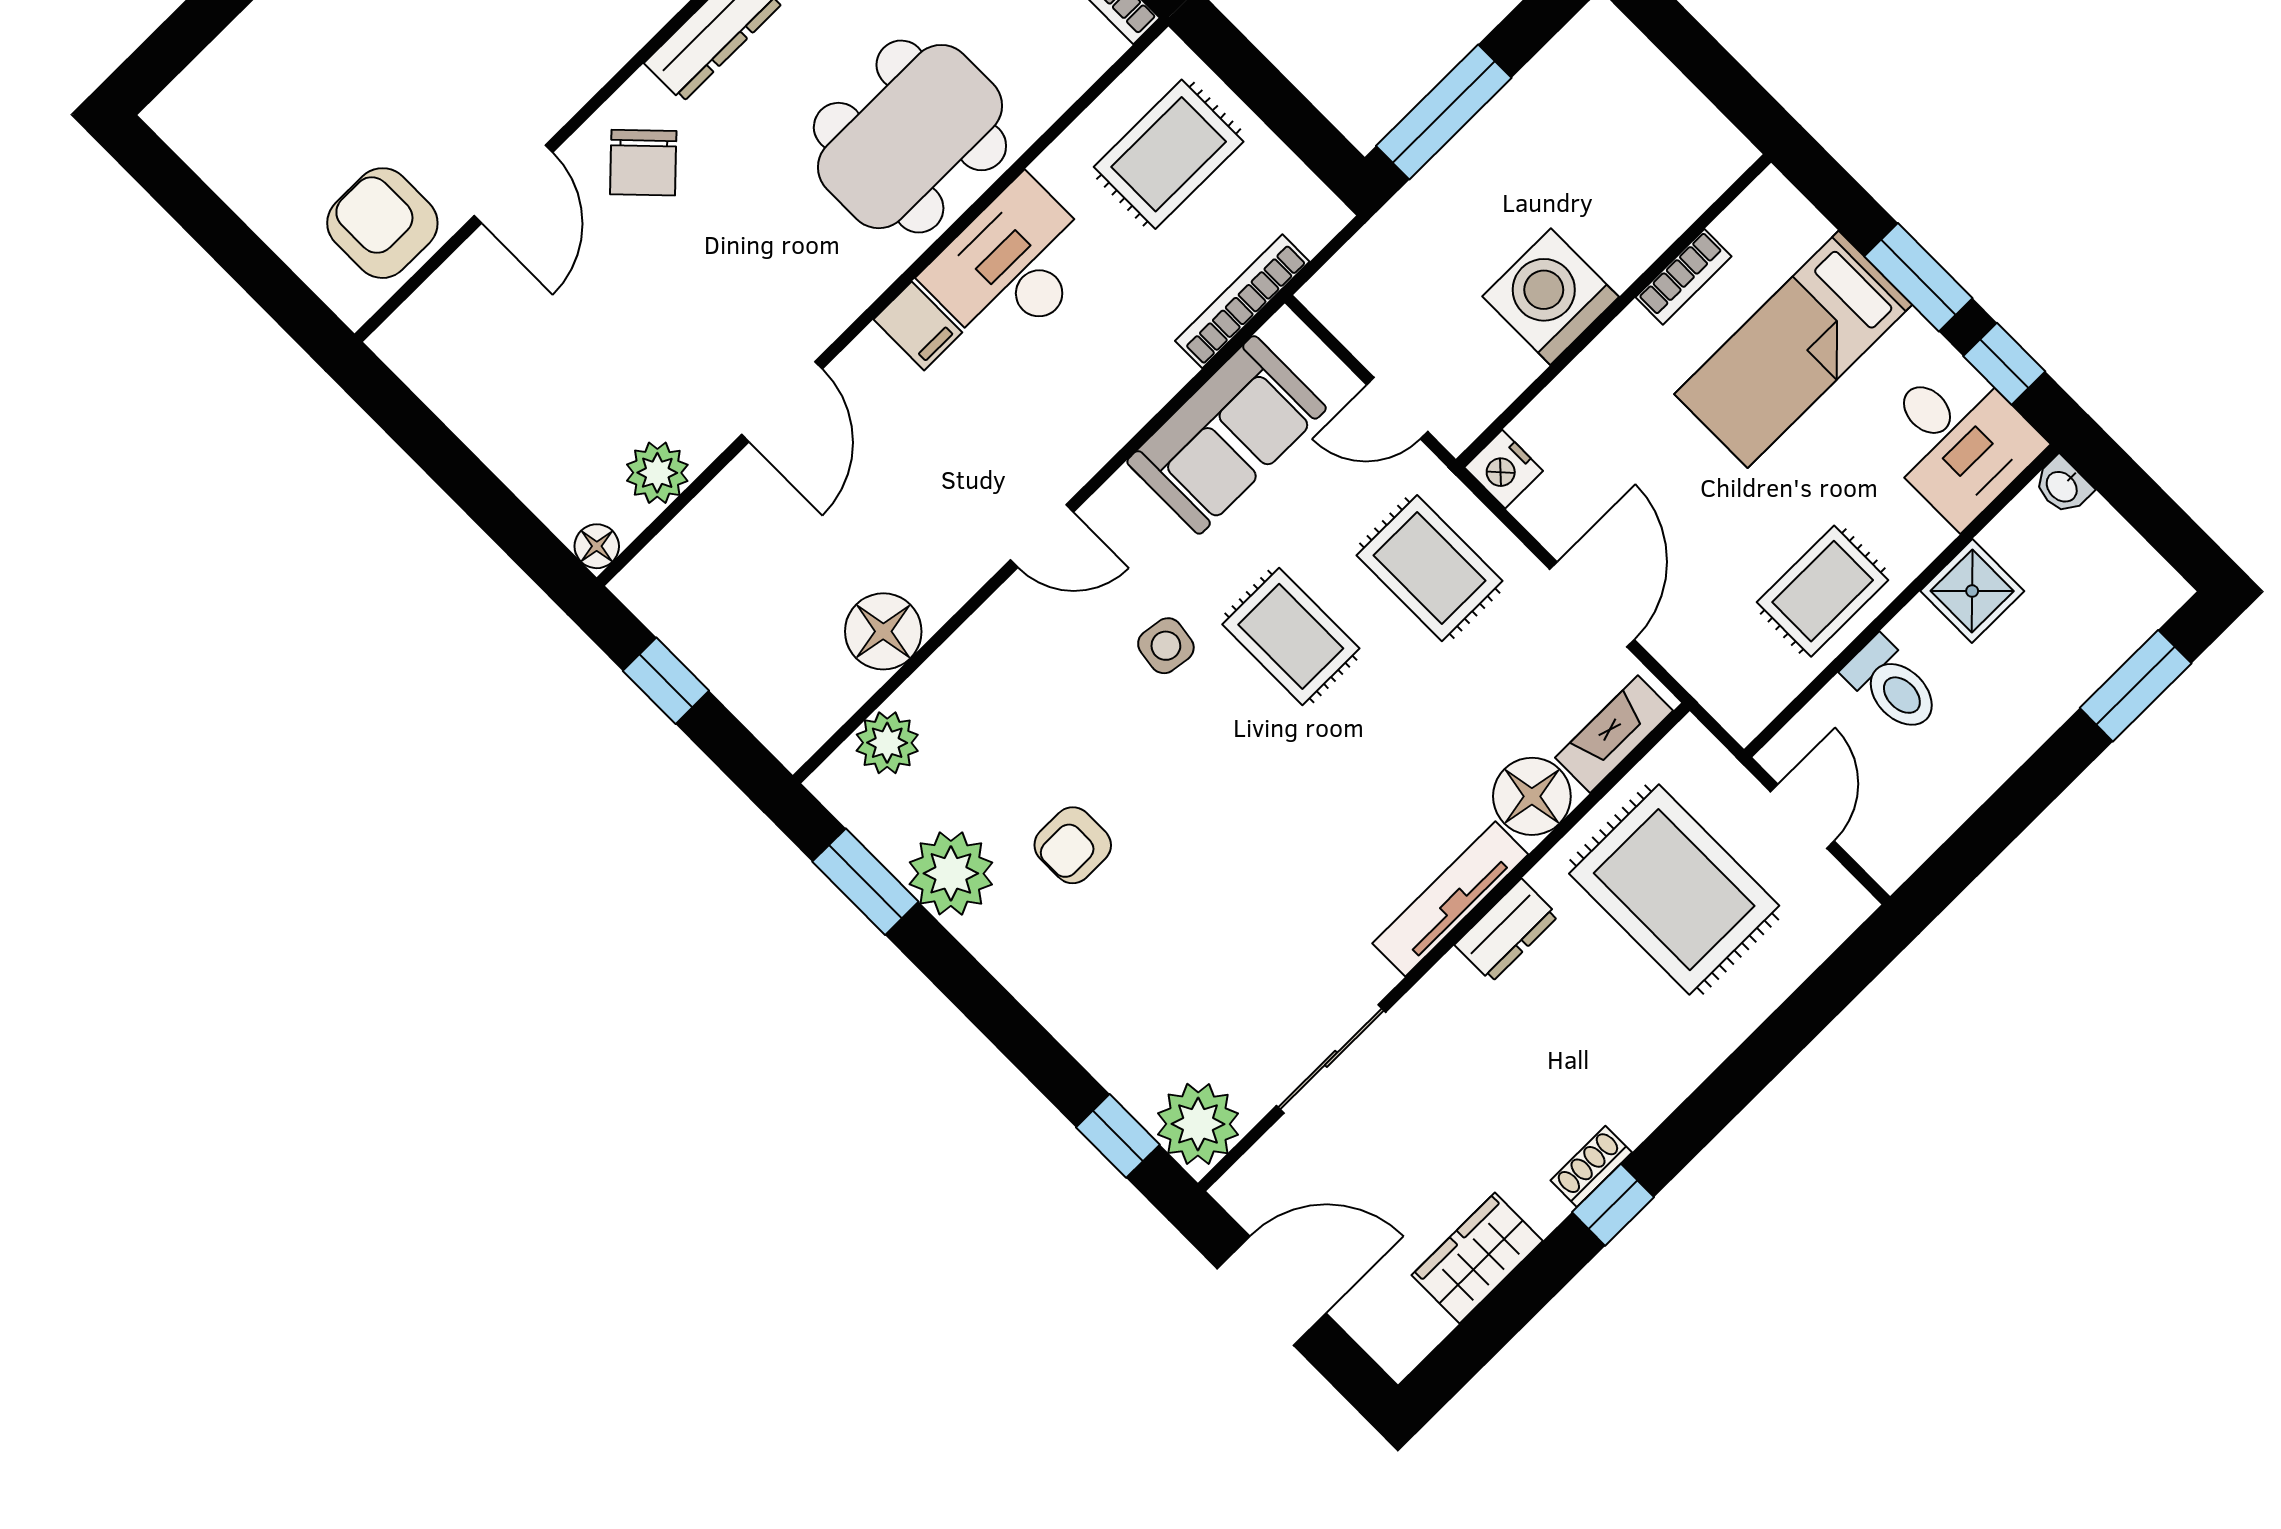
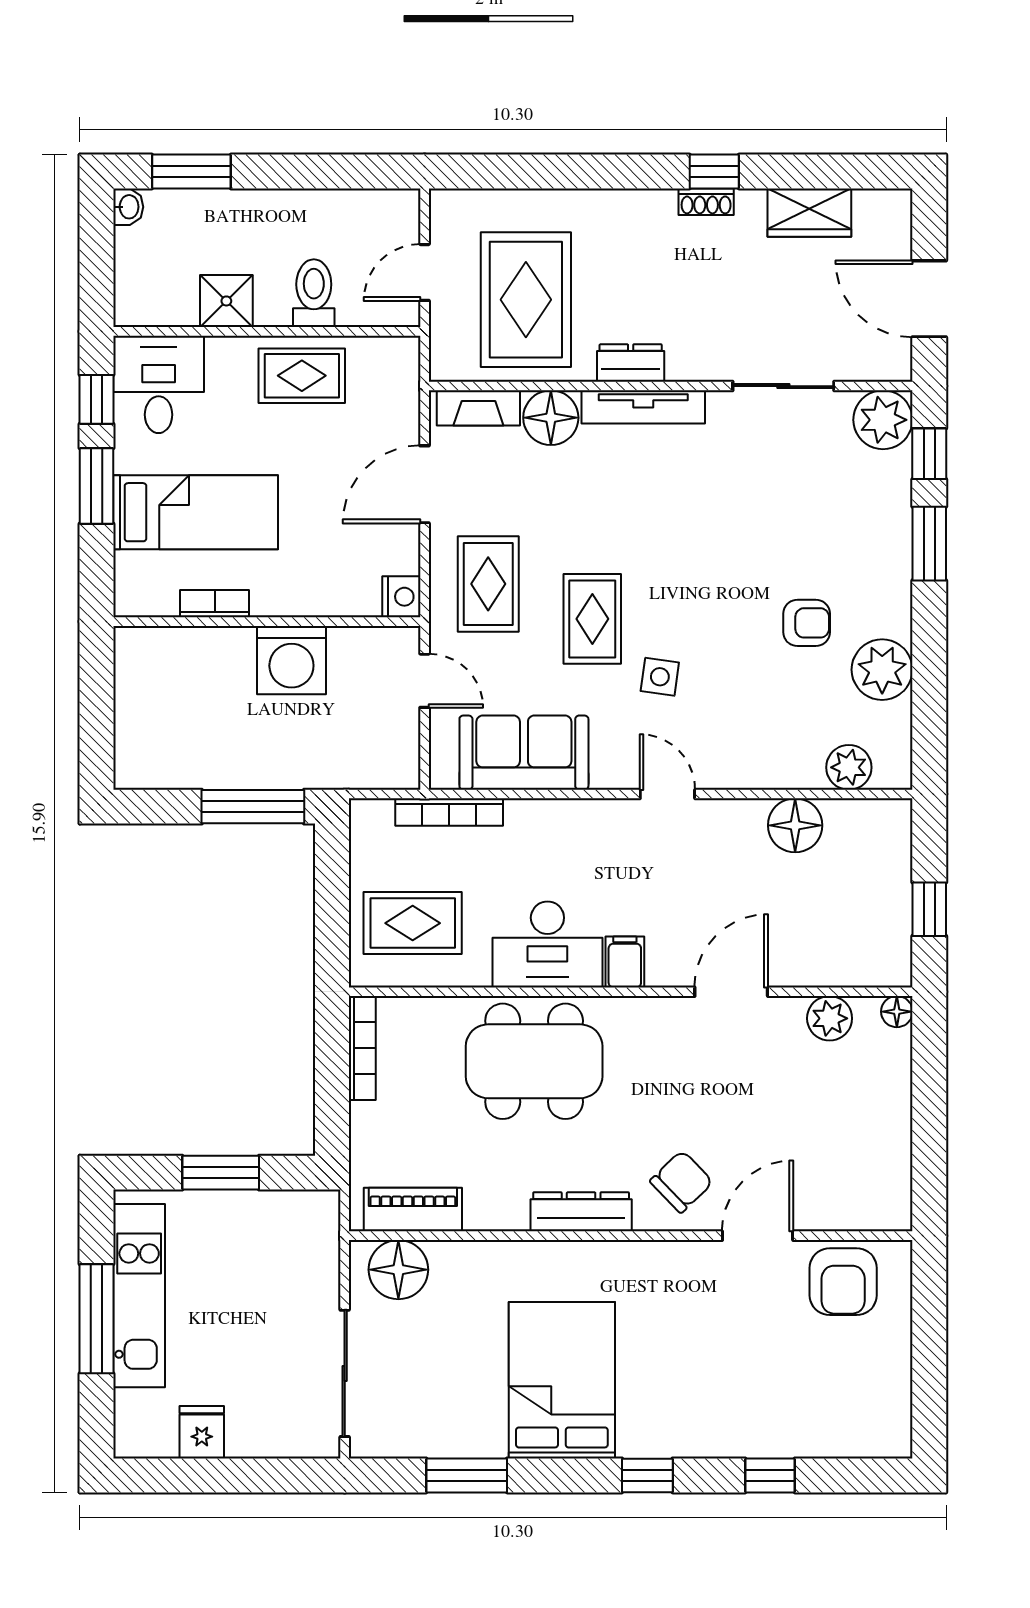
washbasin: (2063, 486) -> (128, 207), moved
window: (865, 882) -> (929, 544), moved

